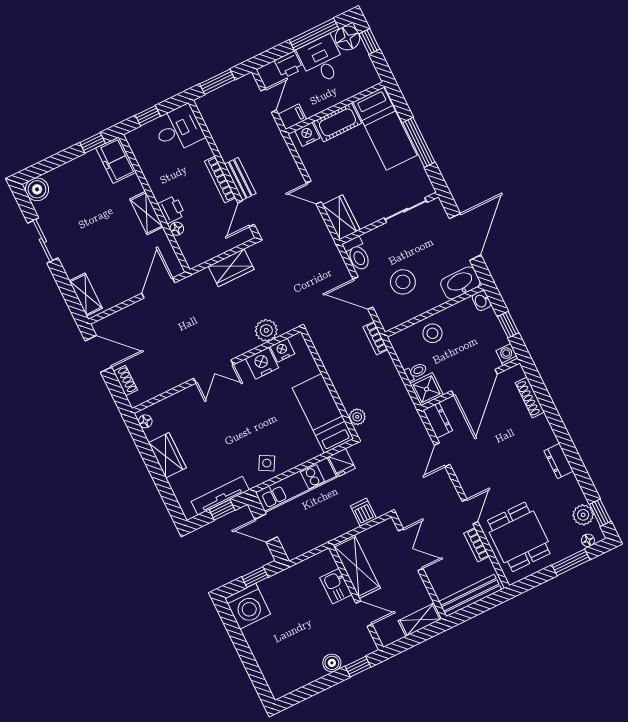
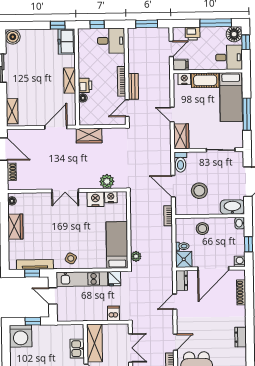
desk: (322, 60) -> (229, 57), moved, turned 90
wardrobe: (231, 268) -> (89, 136), moved

